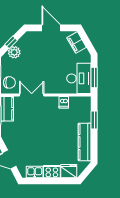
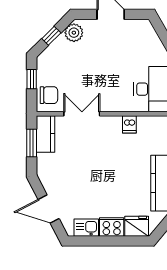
filing cabinet: (77, 42) -> (148, 36), removed
plant: (14, 52) -> (74, 33), moved

